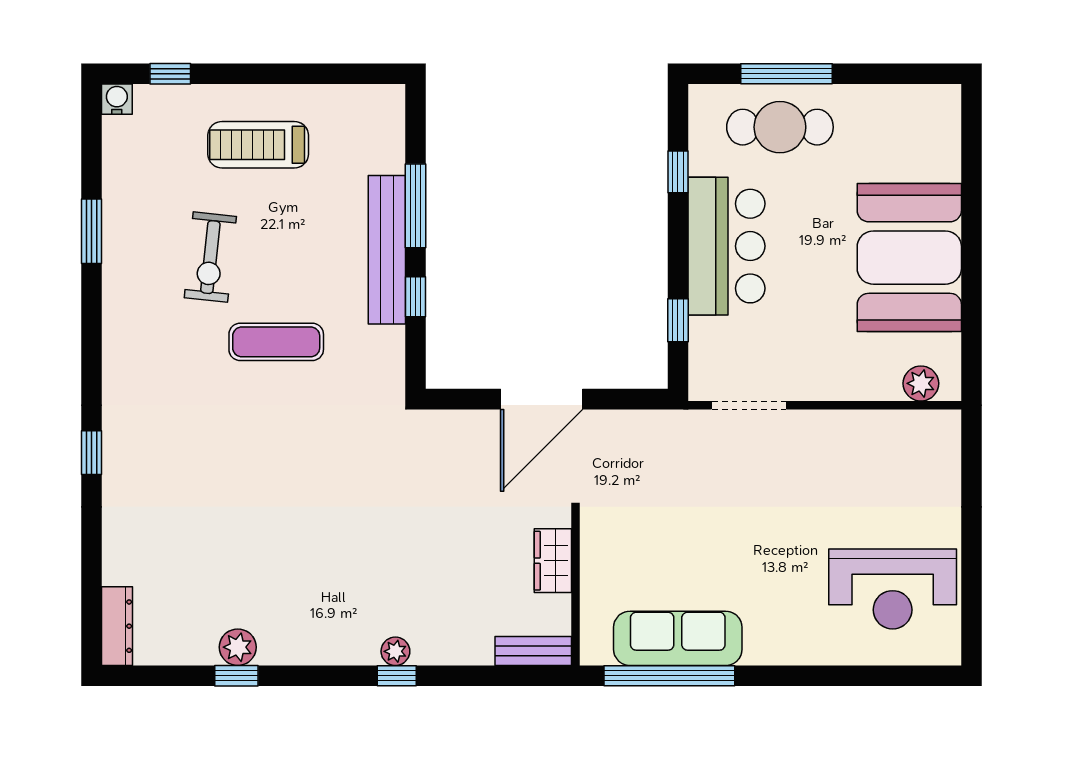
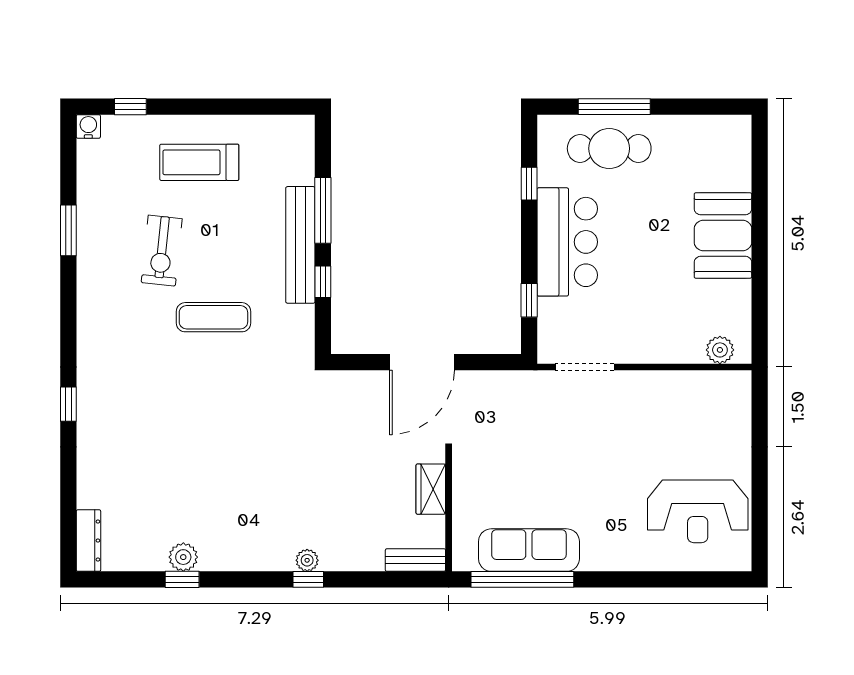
booth: (909, 258) -> (723, 236), width x0.73, depth x0.70

